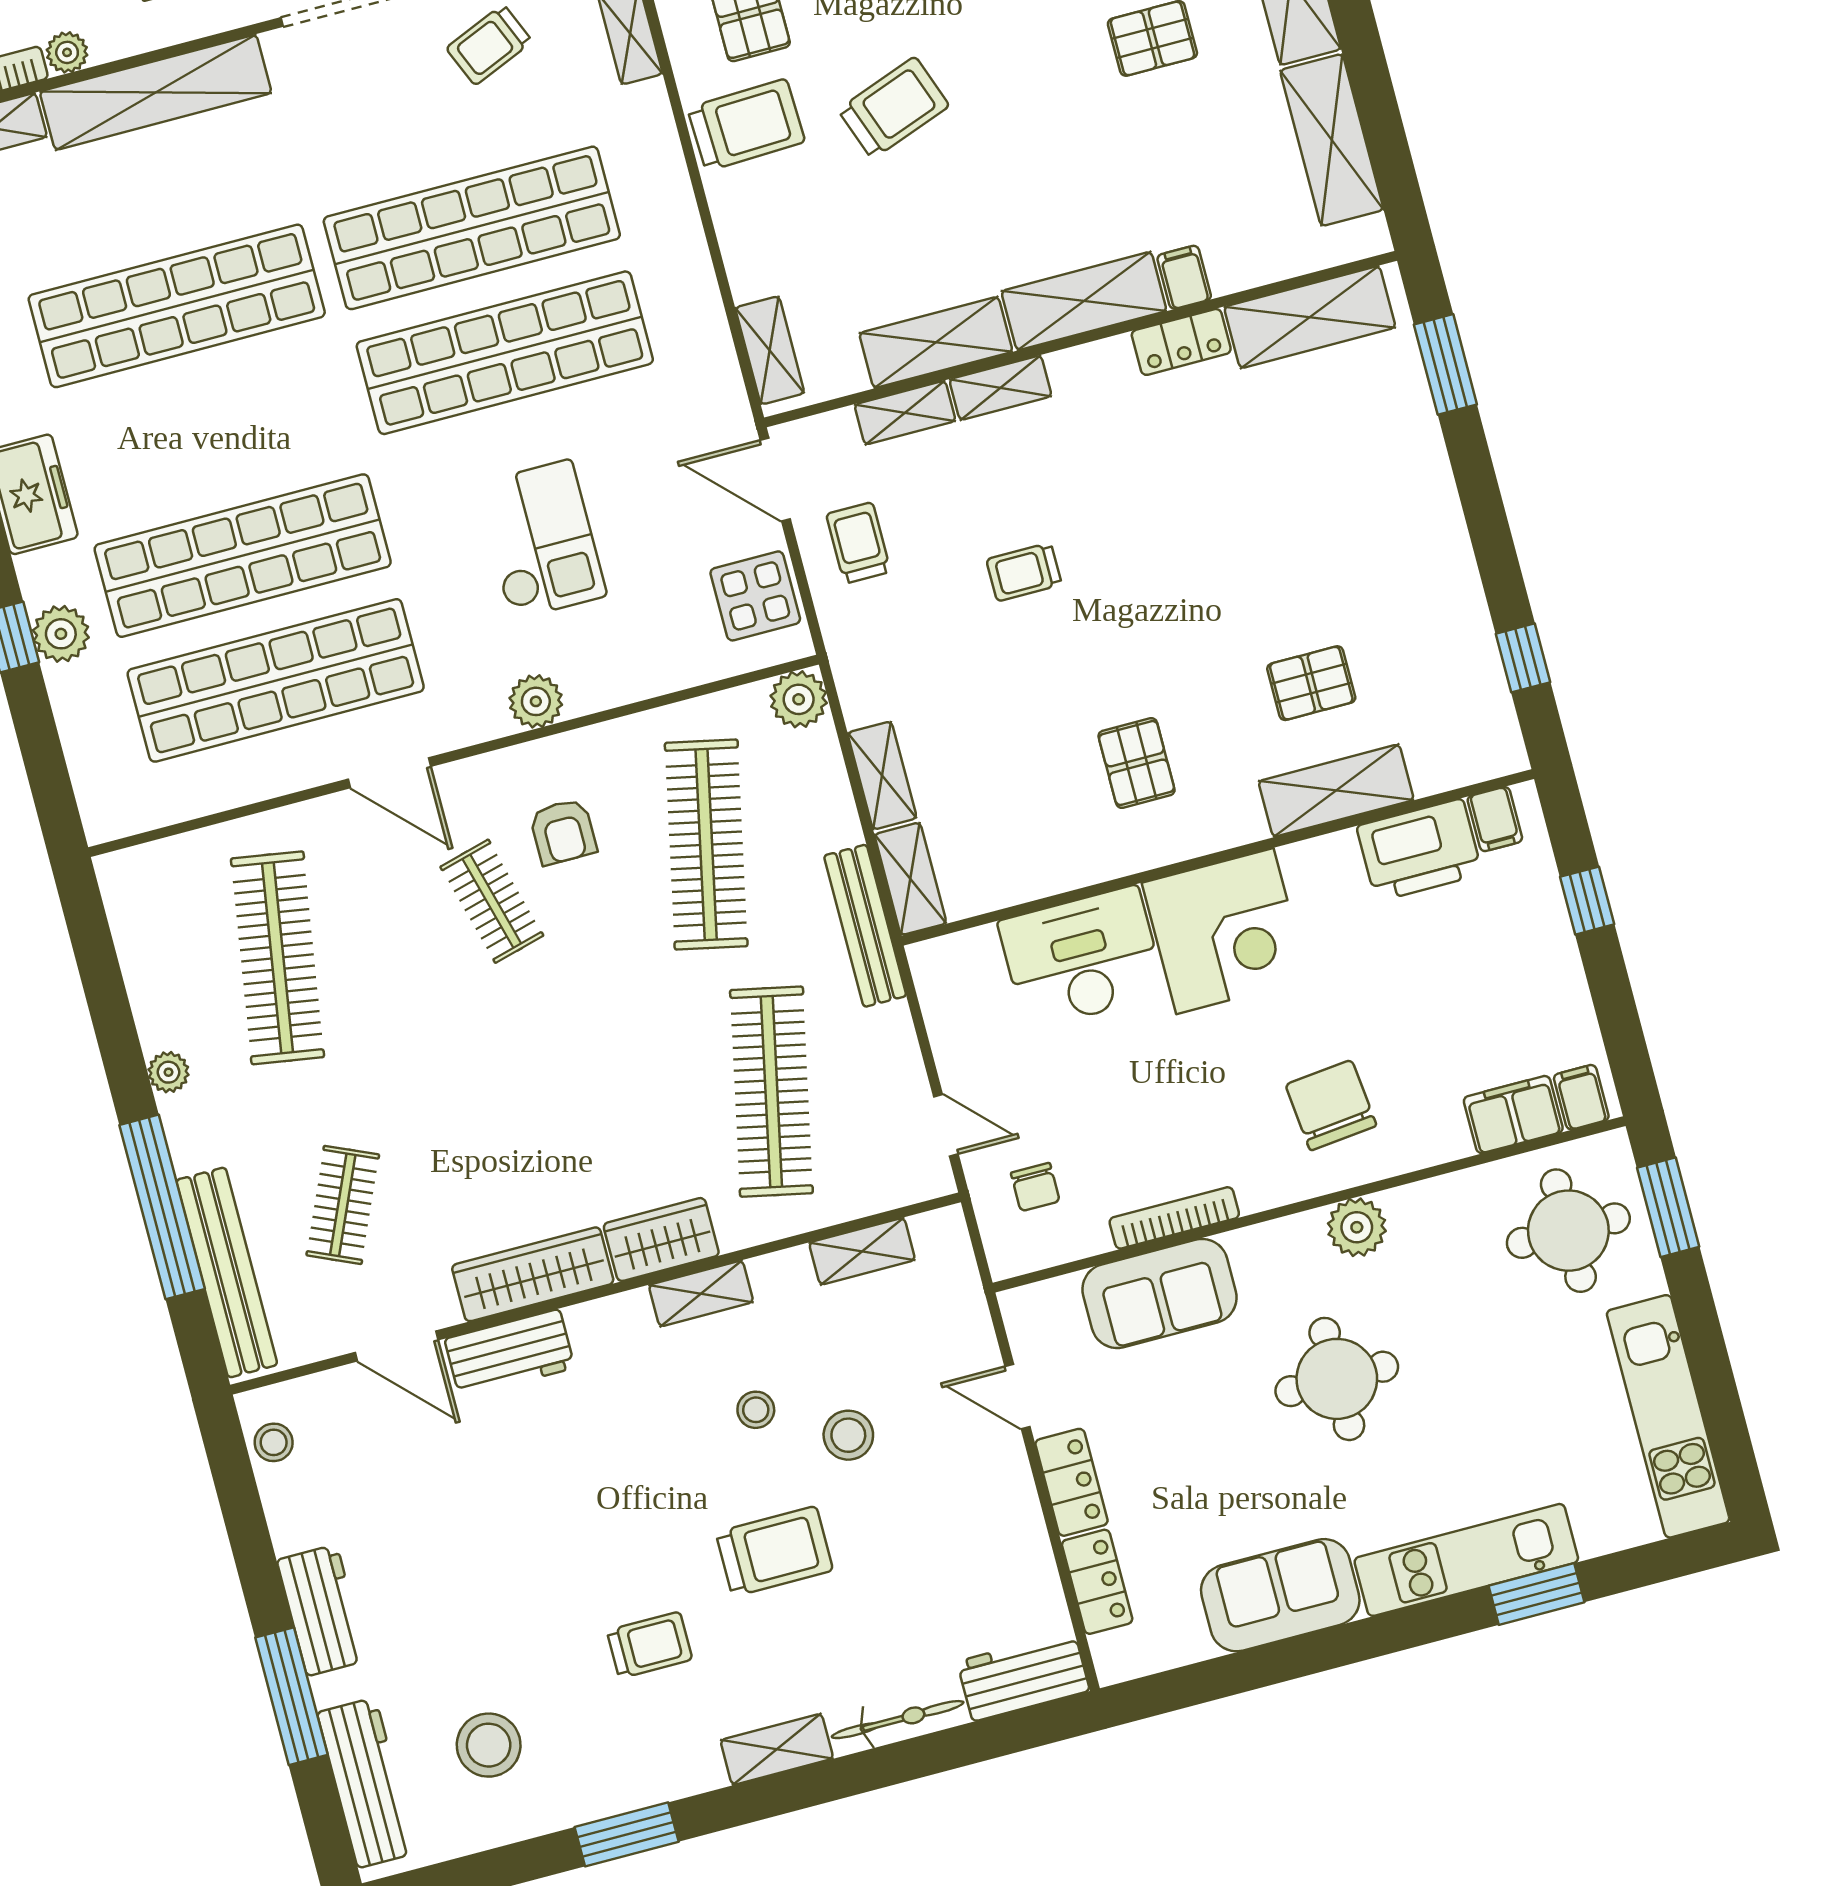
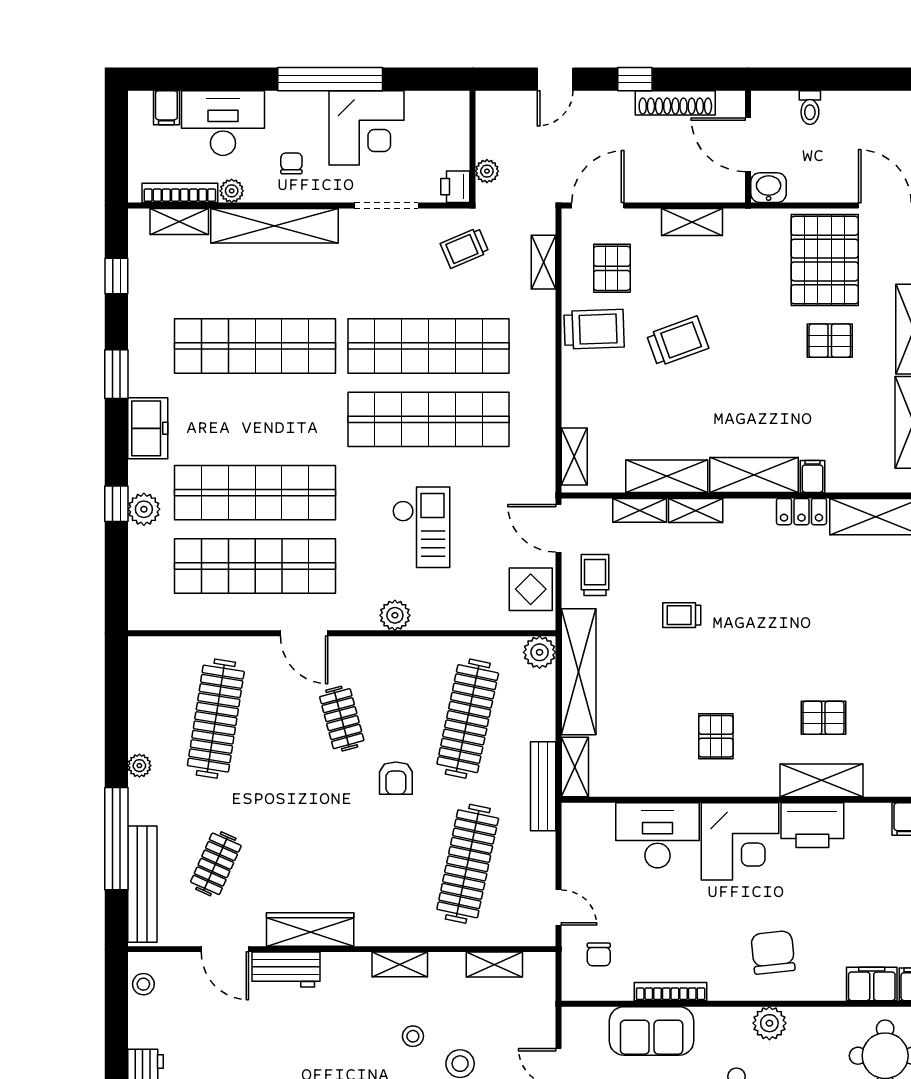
shelving: (882, 775) -> (579, 672), width x2.20, depth x1.33
armchair: (563, 832) -> (396, 778), moved
printer: (1419, 850) -> (812, 825), moved
wardrobe: (661, 1240) -> (386, 929), removed

